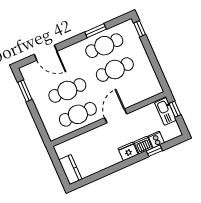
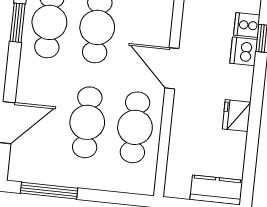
window: (25, 91) -> (49, 191), width x1.44
fridge: (128, 151) -> (237, 116), moved

